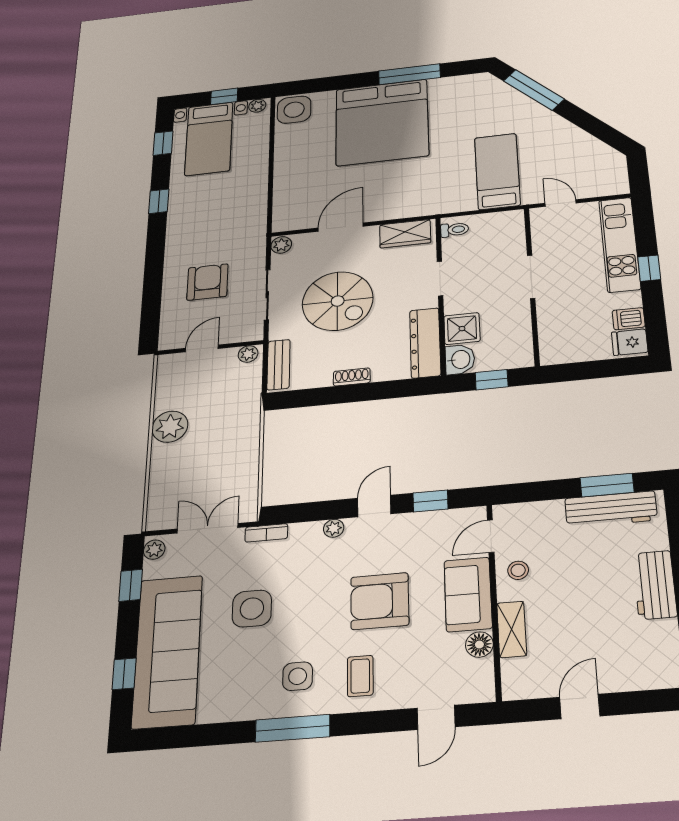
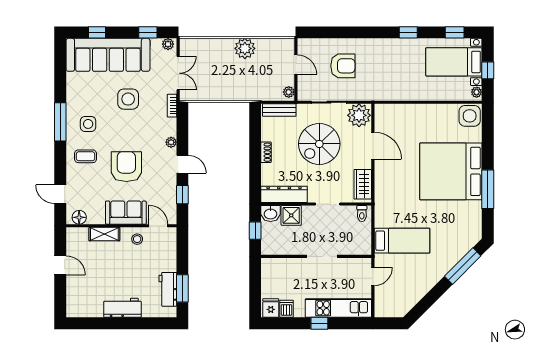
plant: (281, 245) -> (359, 115), width x1.87, depth x1.87
workbench: (611, 509) -> (168, 289), width x0.73
floor lamp: (479, 645) -> (79, 217), moved

